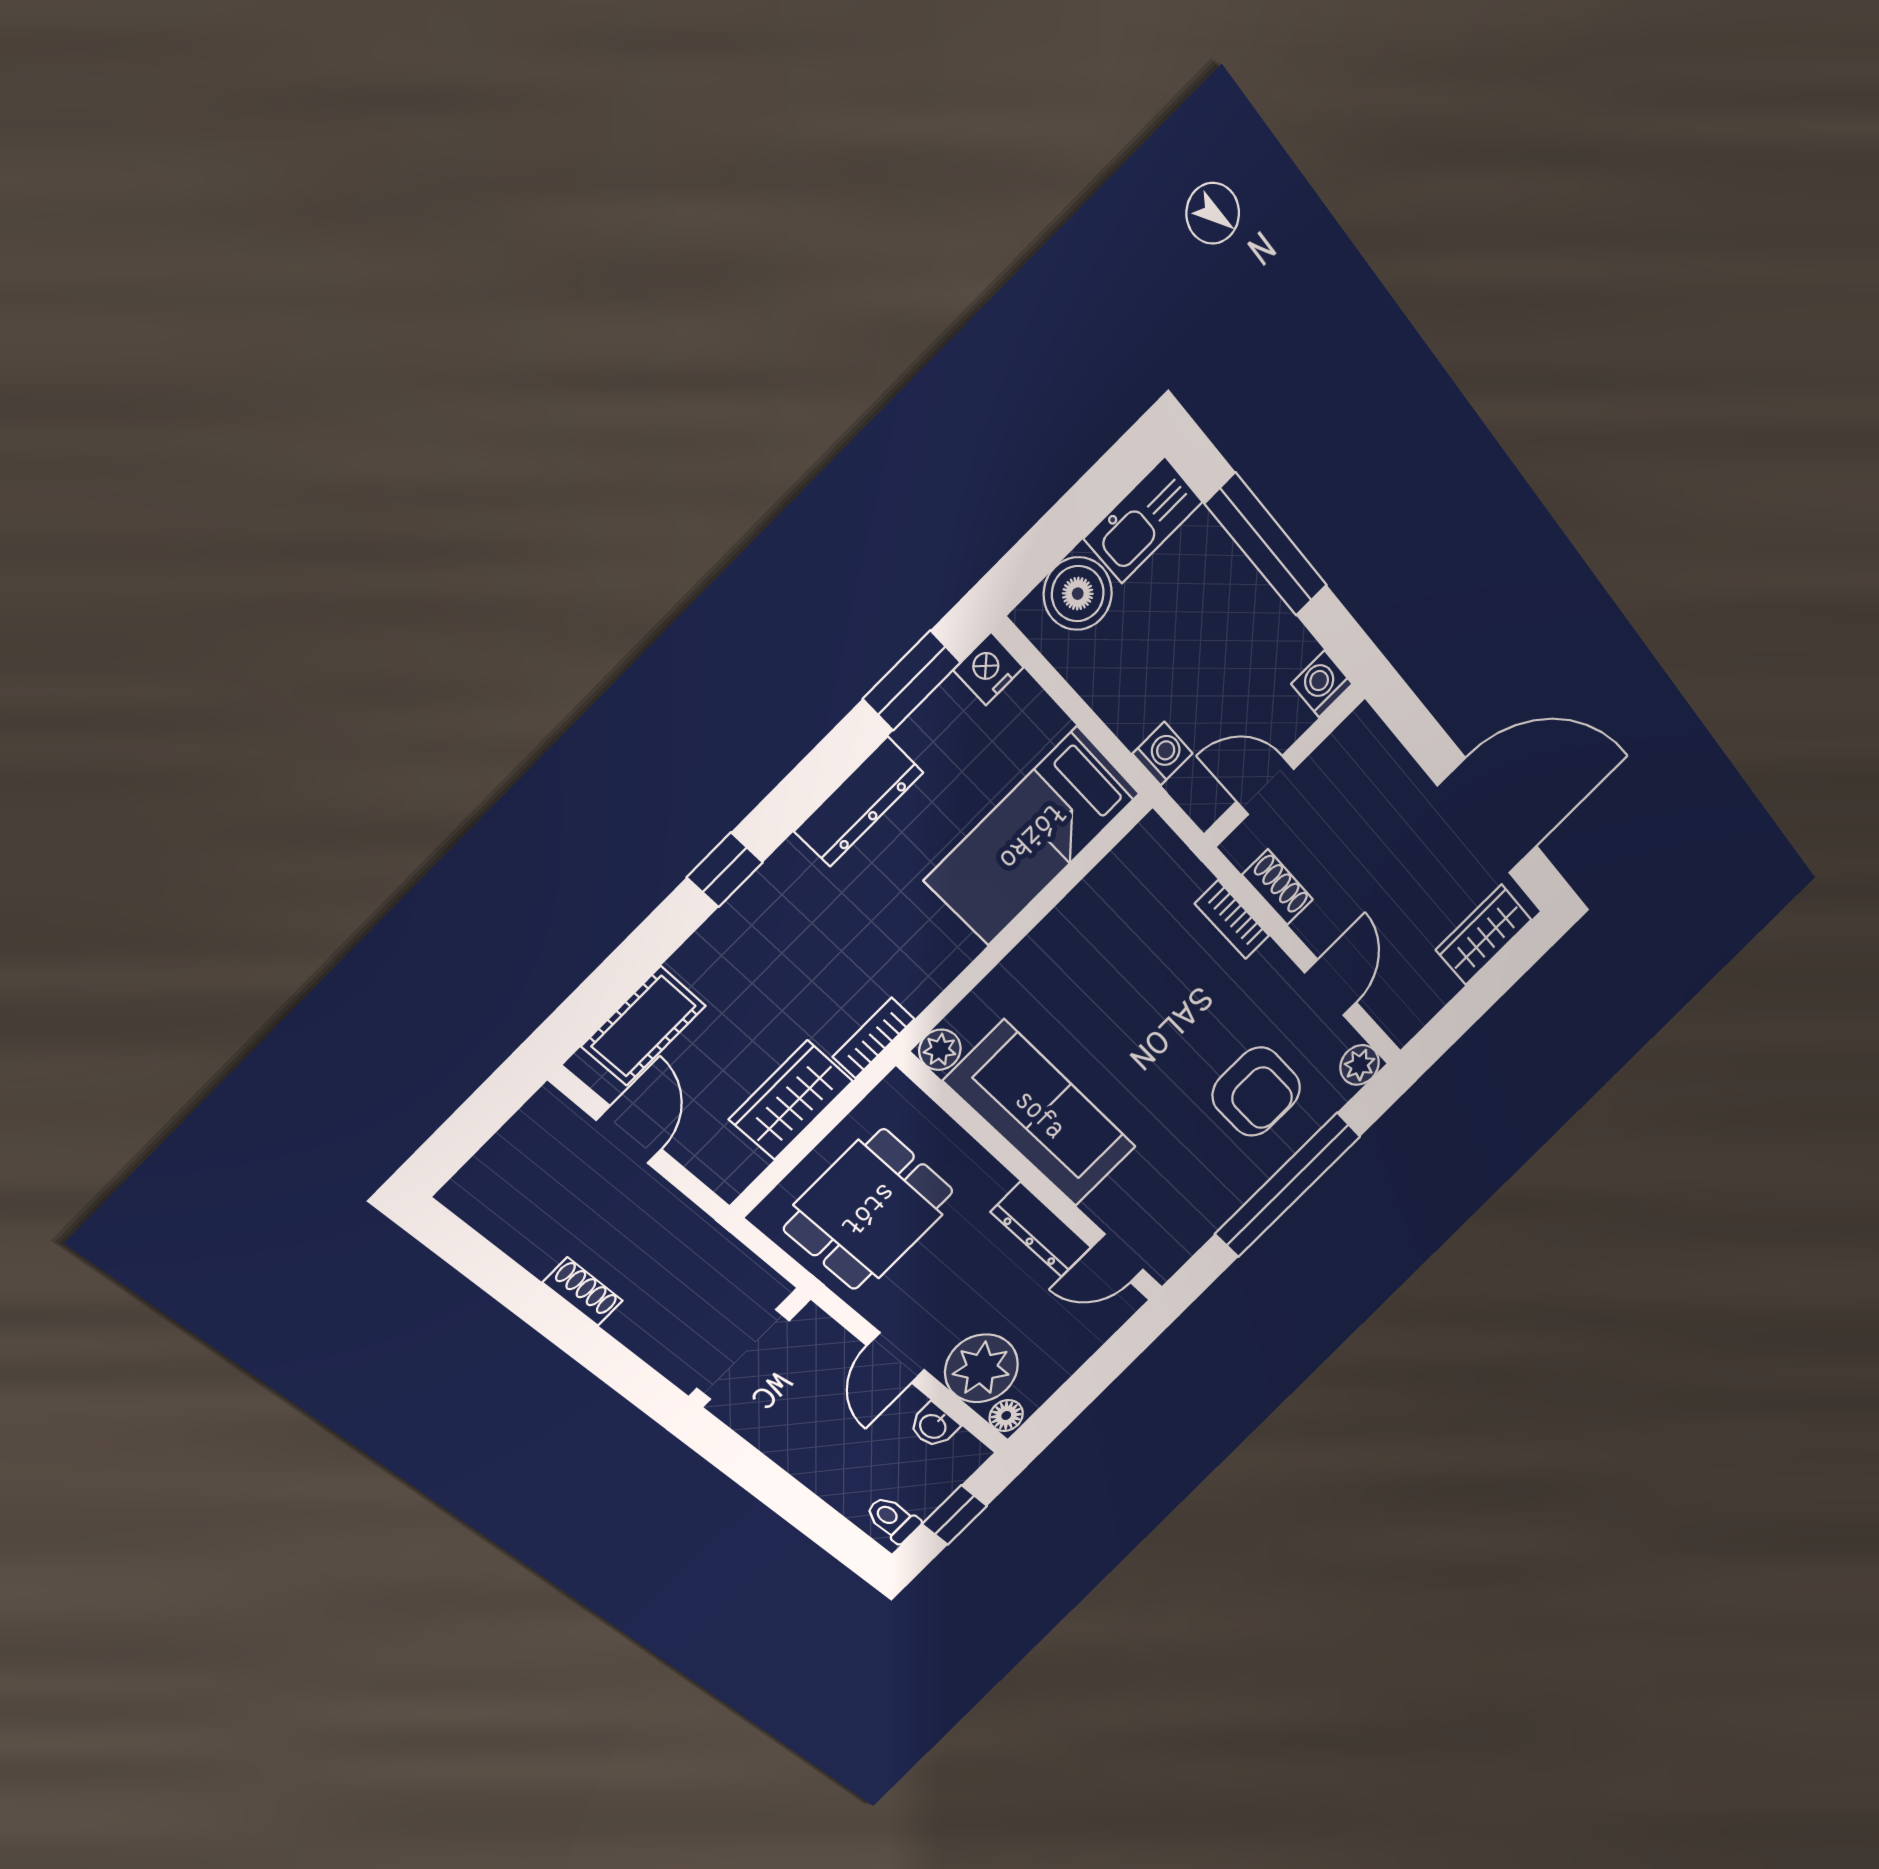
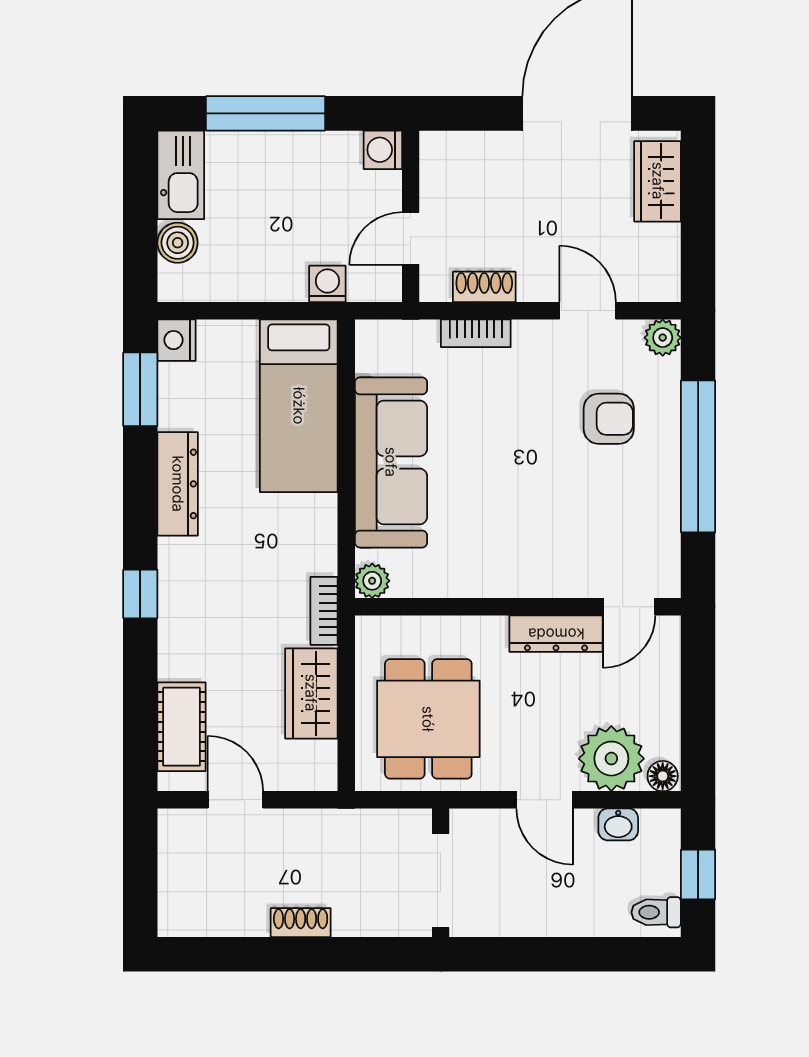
boiler: (1078, 594) -> (178, 243), width x0.73, depth x0.73
armchair: (1256, 1092) -> (609, 419), width x0.72, depth x0.72
sofa: (1041, 1114) -> (391, 462), moved, turned 90

